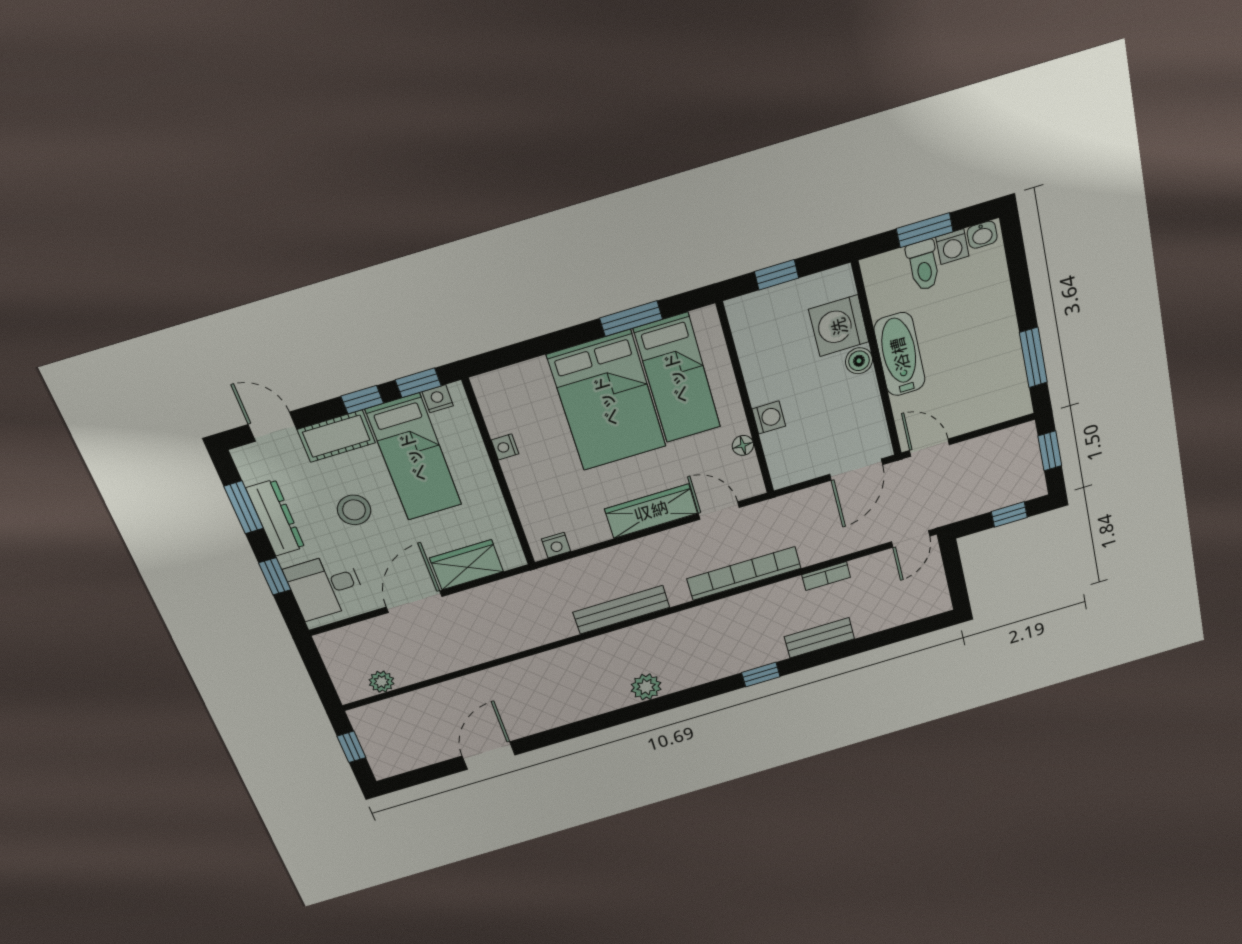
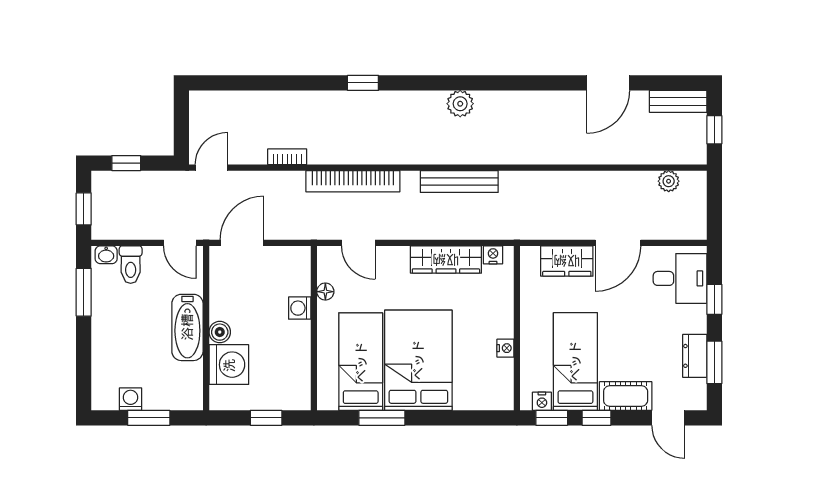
washbasin: (982, 235) -> (106, 255), moved, turned 180
toilet: (923, 265) -> (131, 265), moved, turned 180
stool: (354, 510) -> (635, 334), removed
wardrobe: (651, 511) -> (446, 260), moved
dresser: (275, 518) -> (695, 356), width x0.70
bench: (819, 638) -> (678, 101), moved

